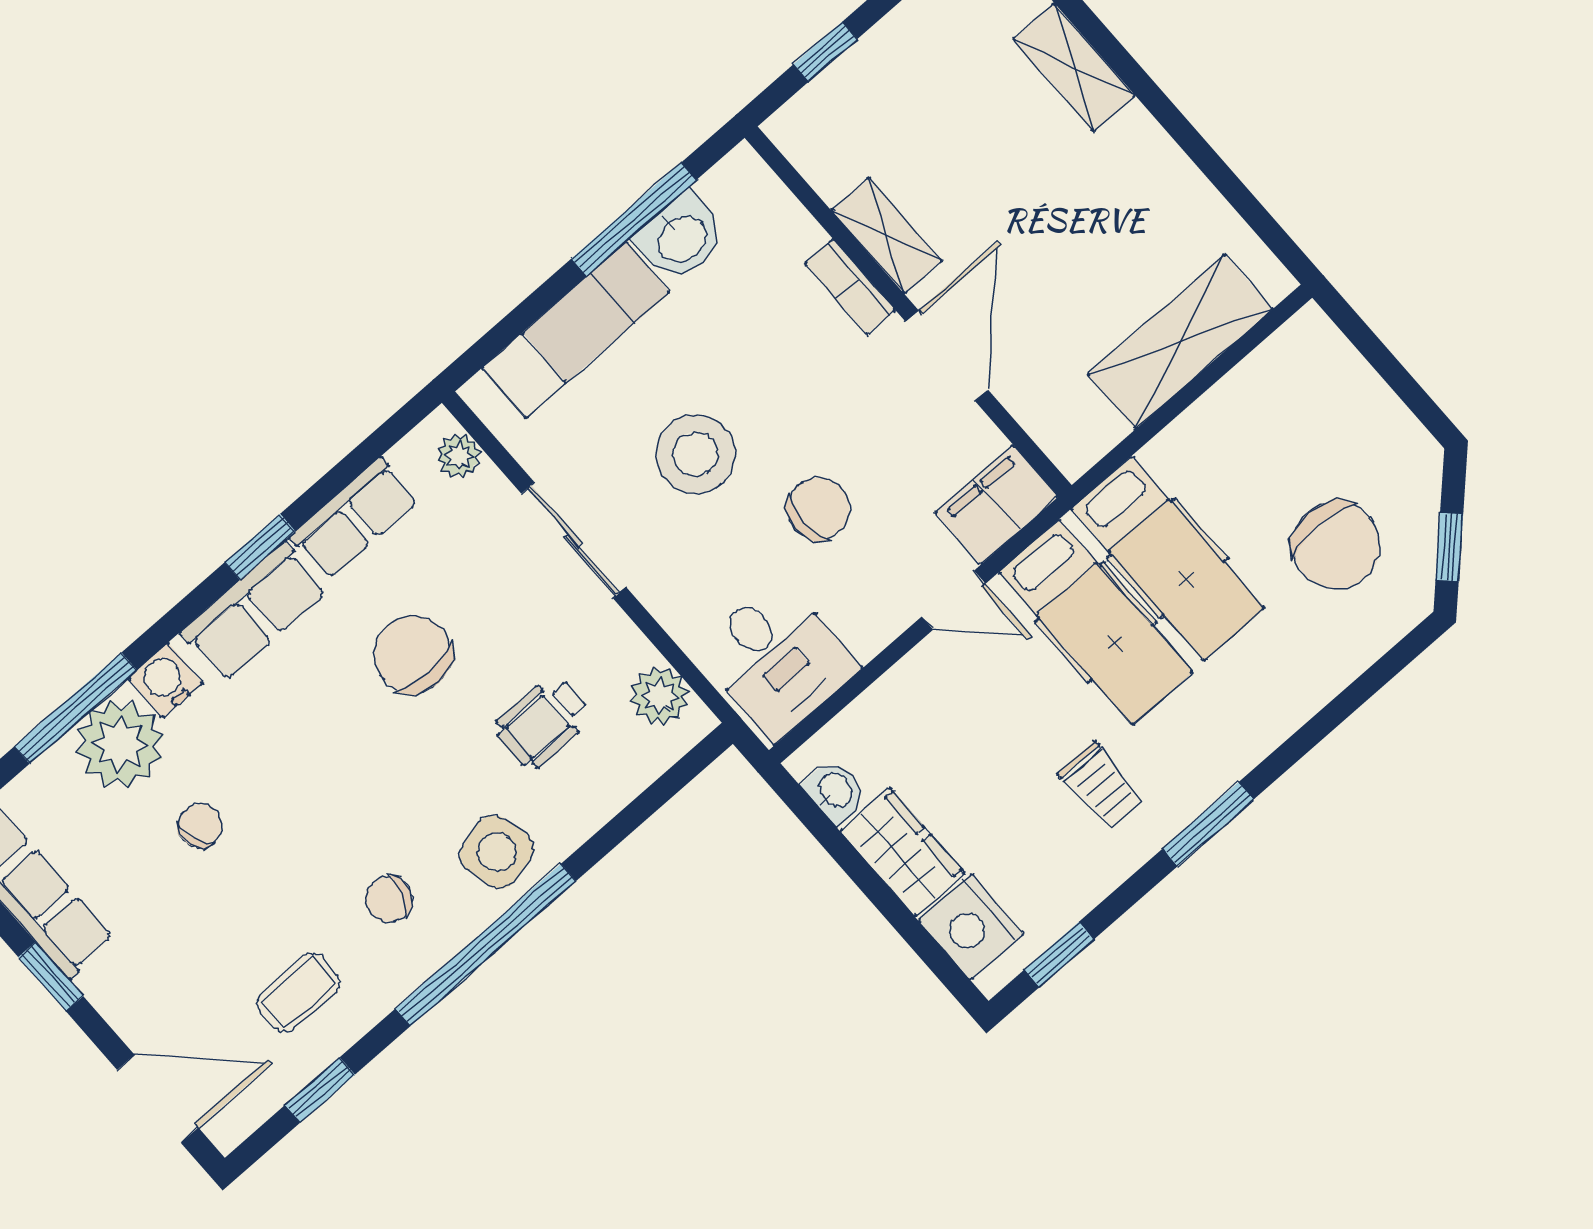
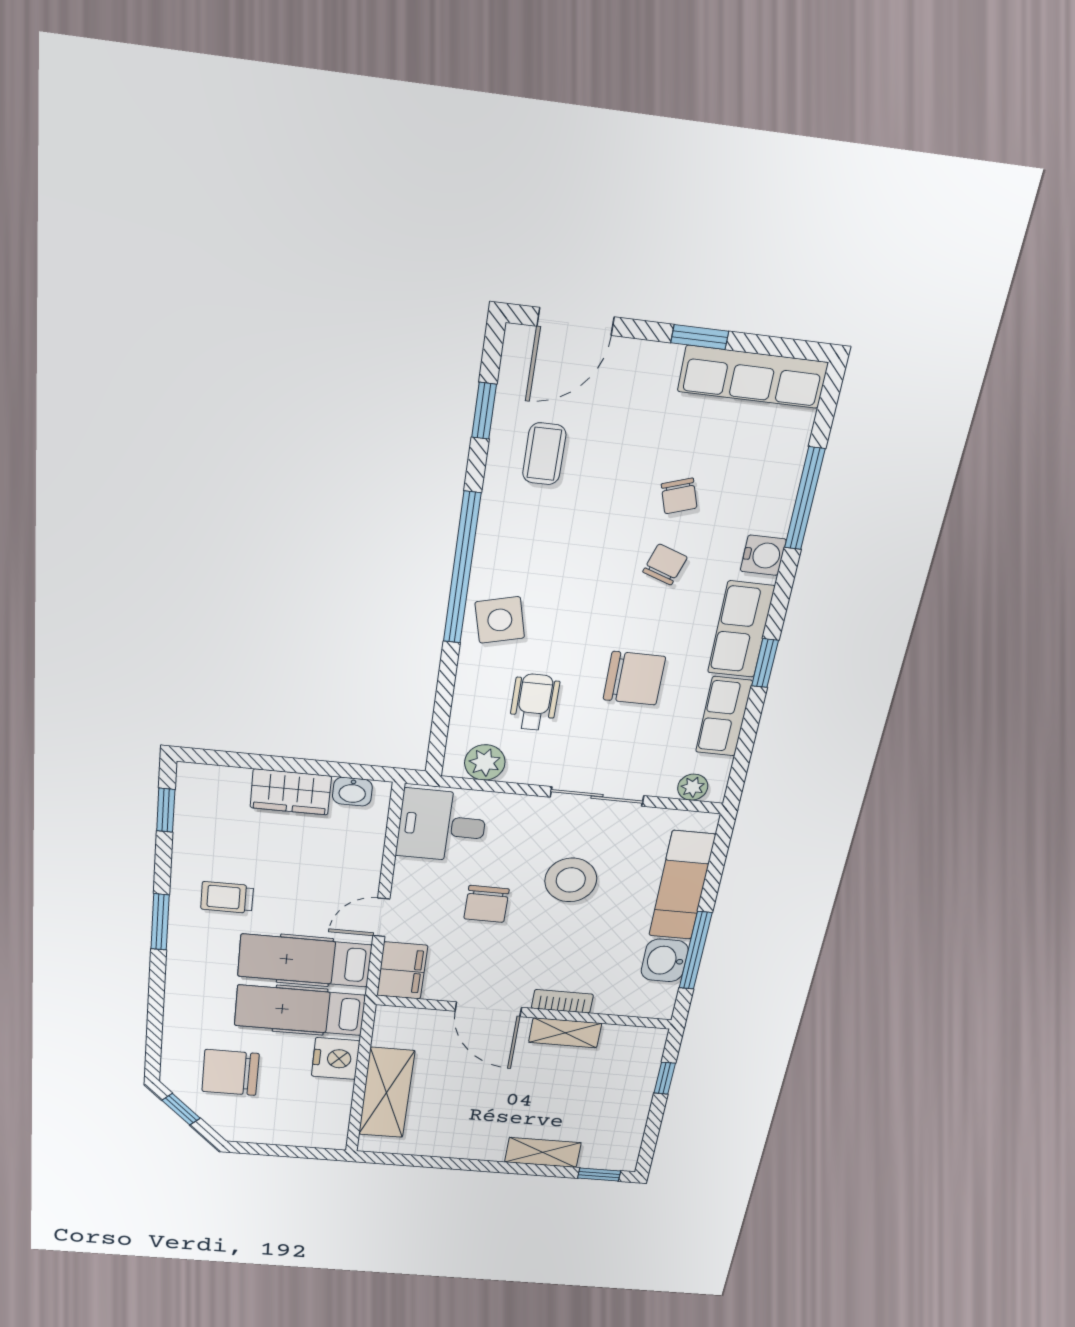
plant: (120, 744) -> (763, 501), removed
chair: (389, 899) -> (665, 565), moved
nightstand: (971, 927) -> (336, 1059), moved, turned 90

